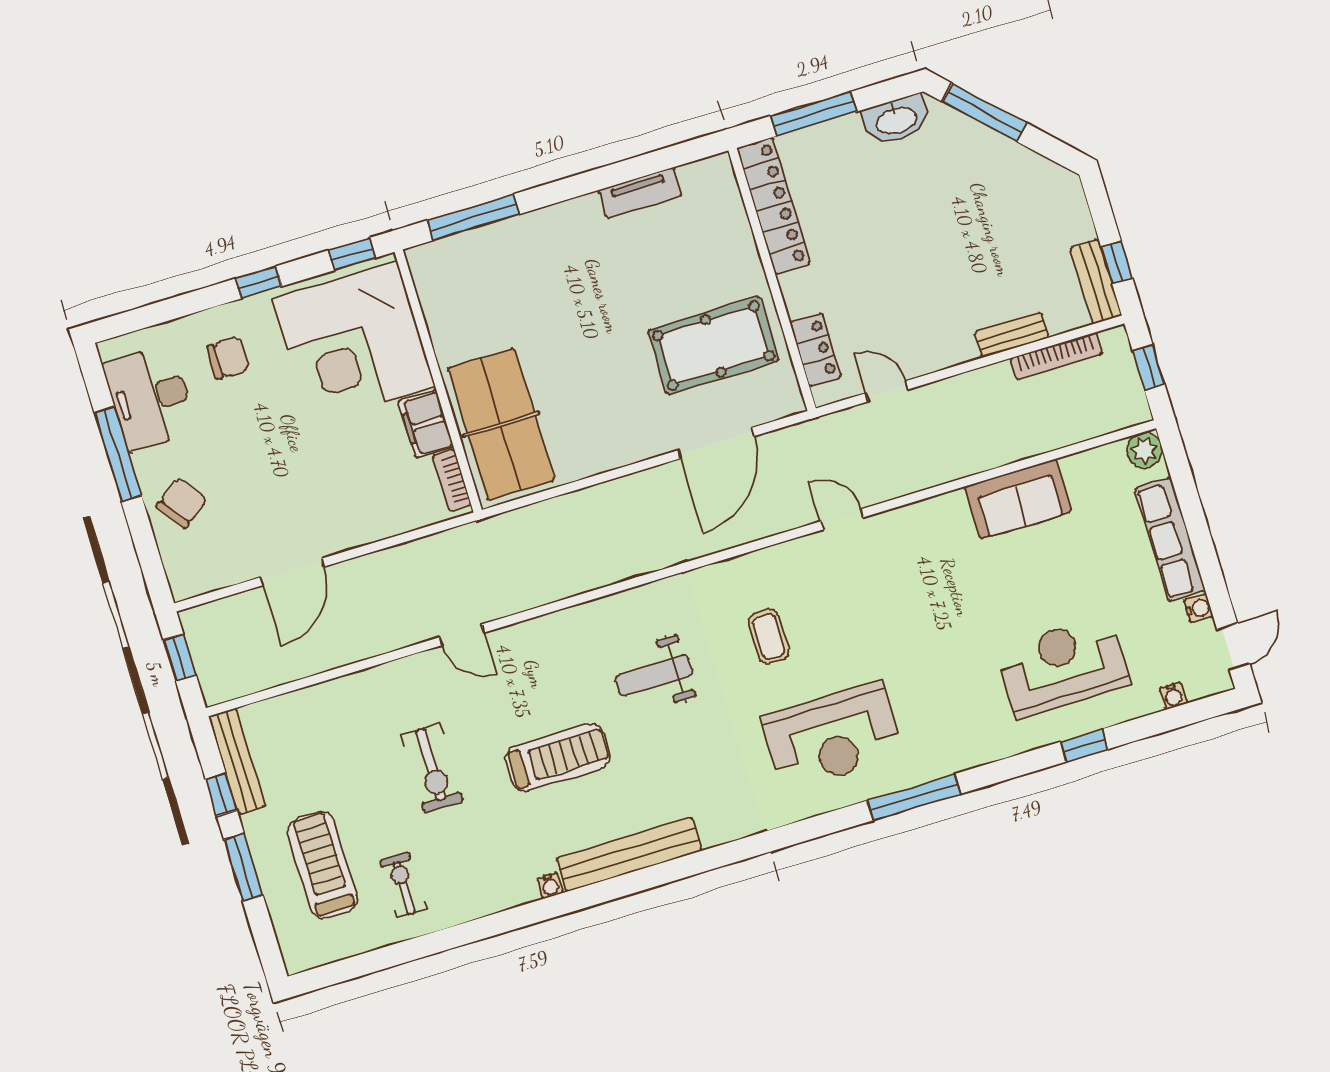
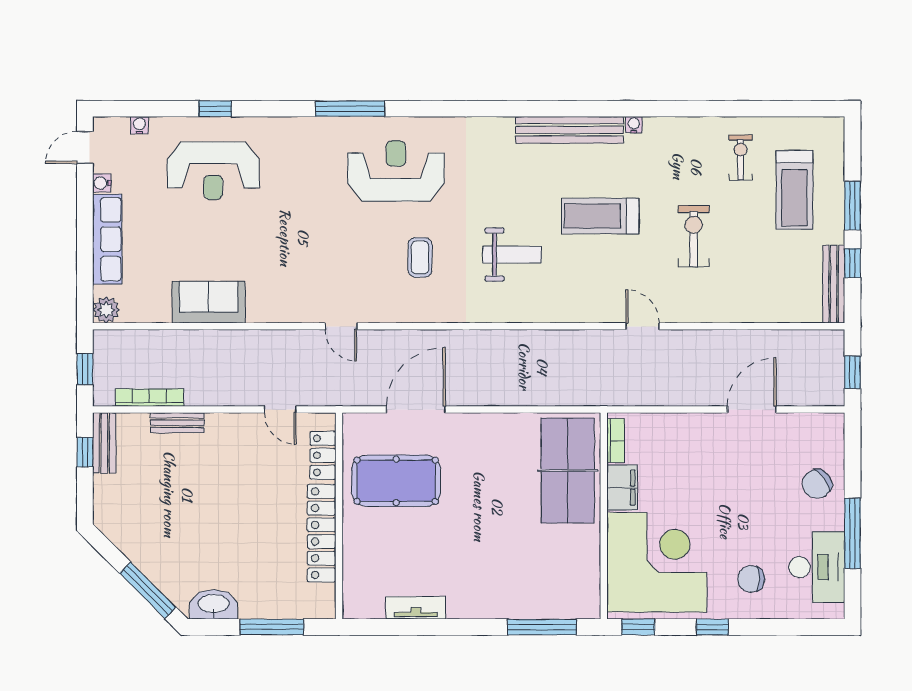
locker: (774, 206) -> (322, 533), moved
exercise bike: (403, 885) -> (741, 158), turned 180

